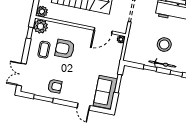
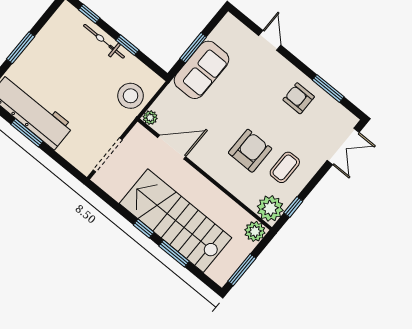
stool: (164, 45) -> (131, 96), moved
armchair: (65, 49) -> (250, 151), turned -90
sofa: (105, 92) -> (201, 70), moved

